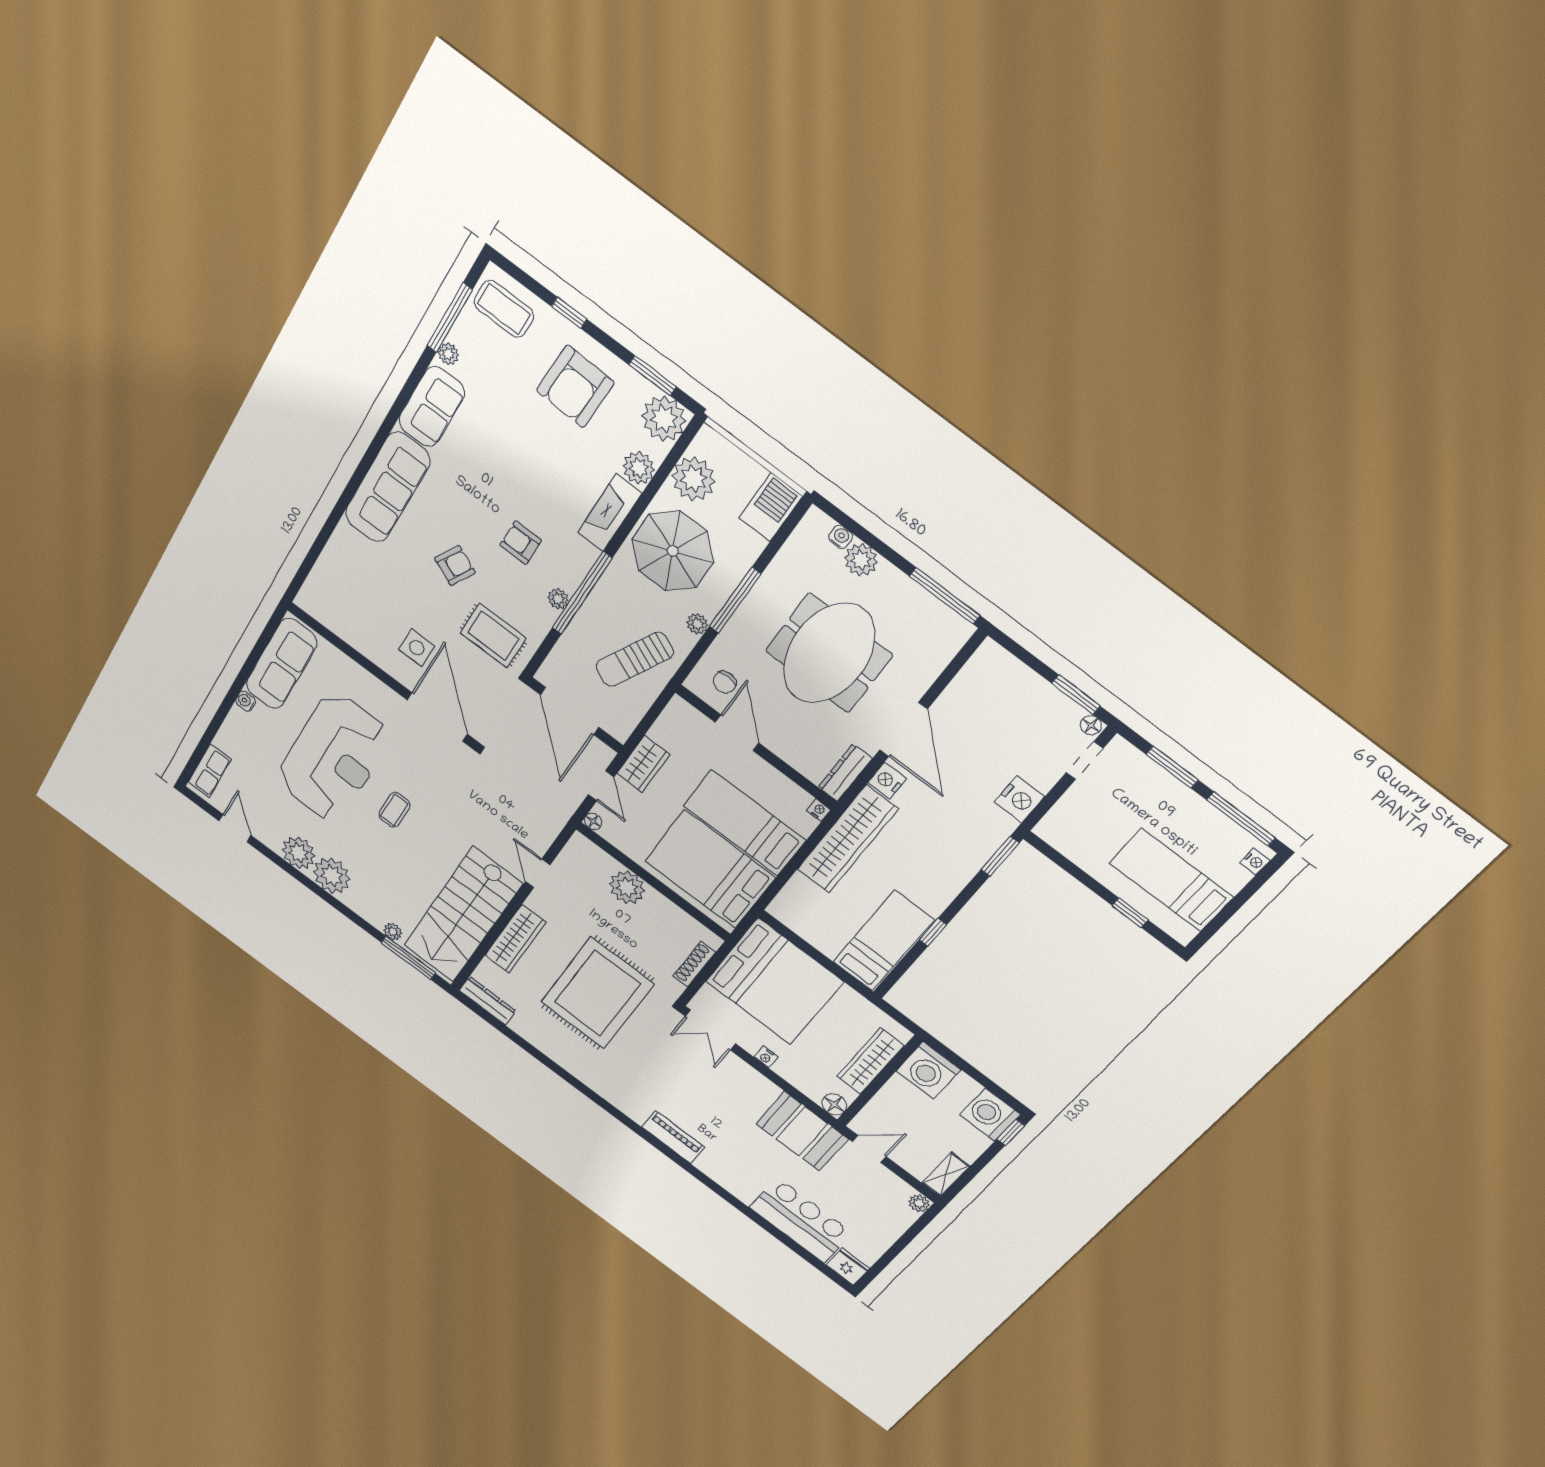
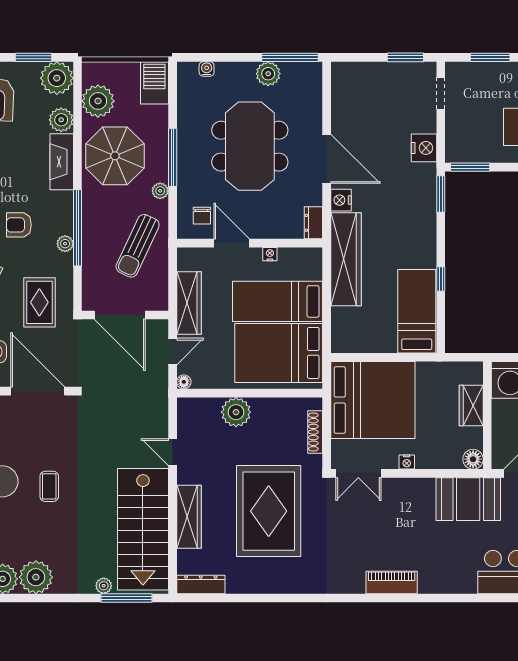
plant: (861, 560) -> (268, 74), moved
rug: (493, 636) -> (39, 302), turned 90
floor lamp: (1091, 725) -> (428, 69), removed
wardrobe: (643, 764) -> (189, 303), width x1.50
dresser: (845, 773) -> (313, 223), width x0.70
door: (601, 786) -> (173, 352), hinge flipped
nightstand: (819, 810) -> (270, 254), moved
window: (1054, 856) -> (470, 167), added
wardrobe: (870, 1061) -> (471, 405), width x0.67

